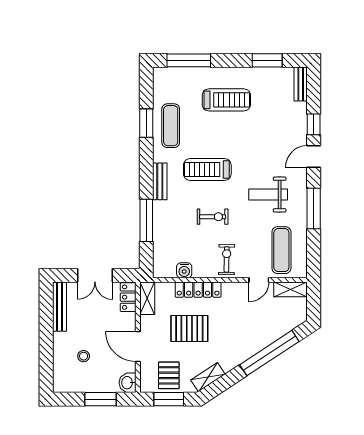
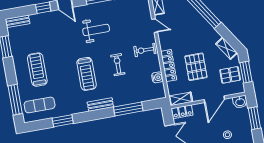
exercise mat: (171, 126) -> (40, 105), moved
weight bench: (268, 195) -> (96, 30), turned -90
exercise mat: (281, 250) -> (132, 14), removed

